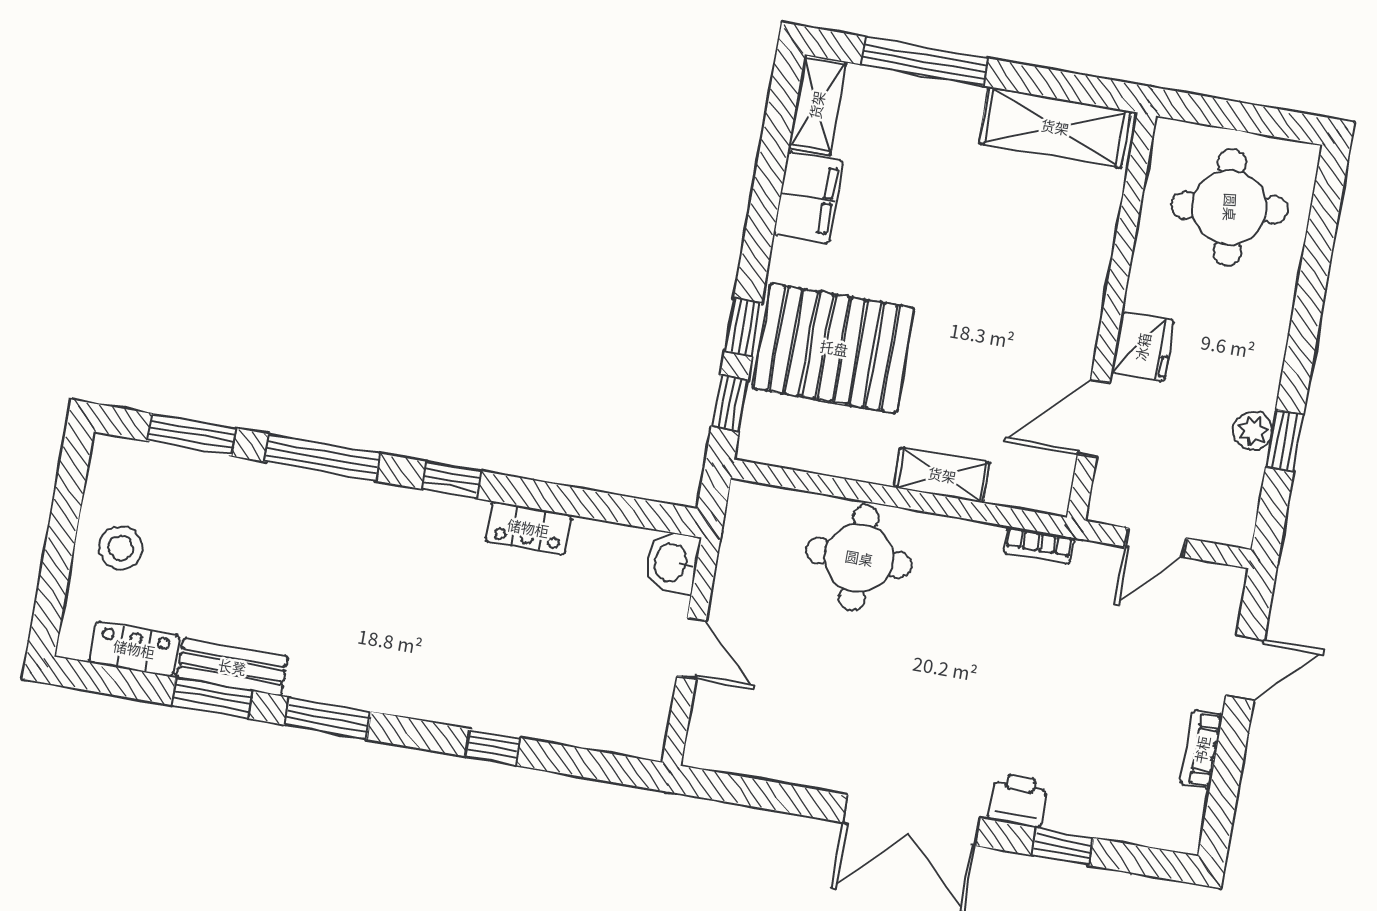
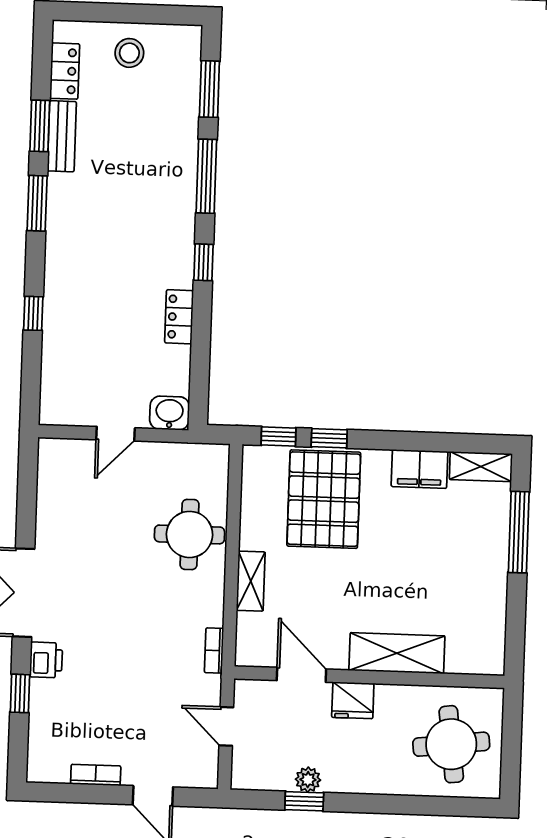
shelving: (1055, 127) -> (397, 653), moved, turned 90

